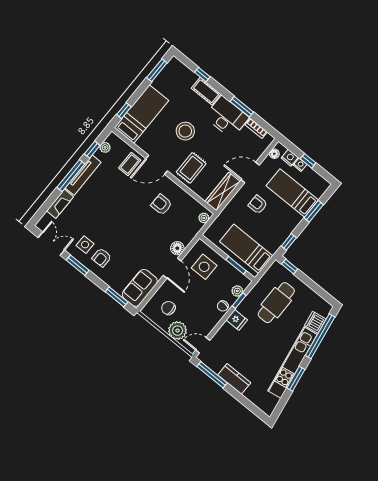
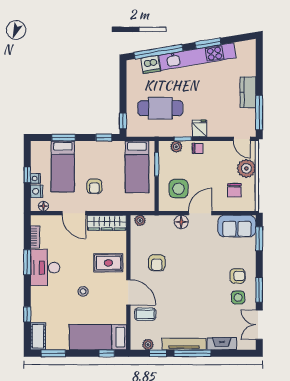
cot: (206, 91) -> (38, 336), moved
stool: (185, 131) -> (83, 291), width x0.53, depth x0.53

